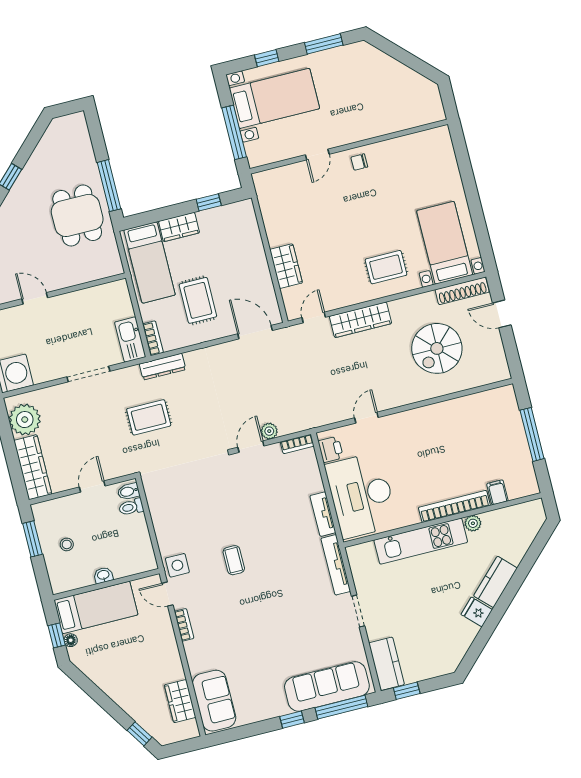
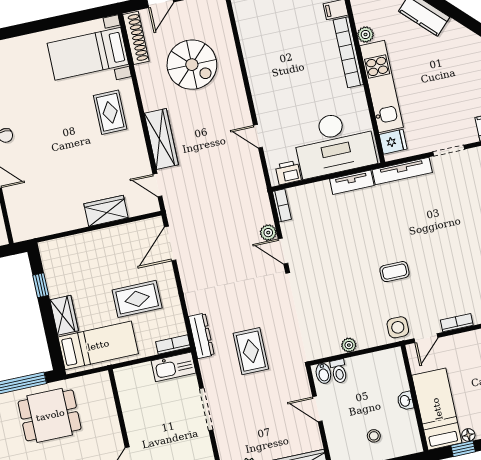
plant: (158, 516) -> (349, 345), added
fridge: (477, 612) -> (393, 142), moved, turned -135

